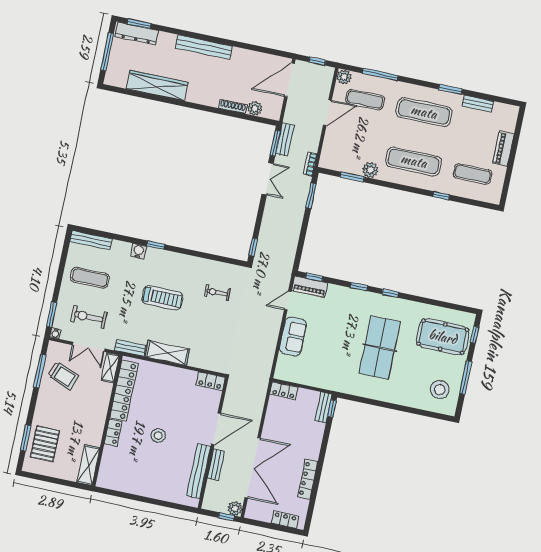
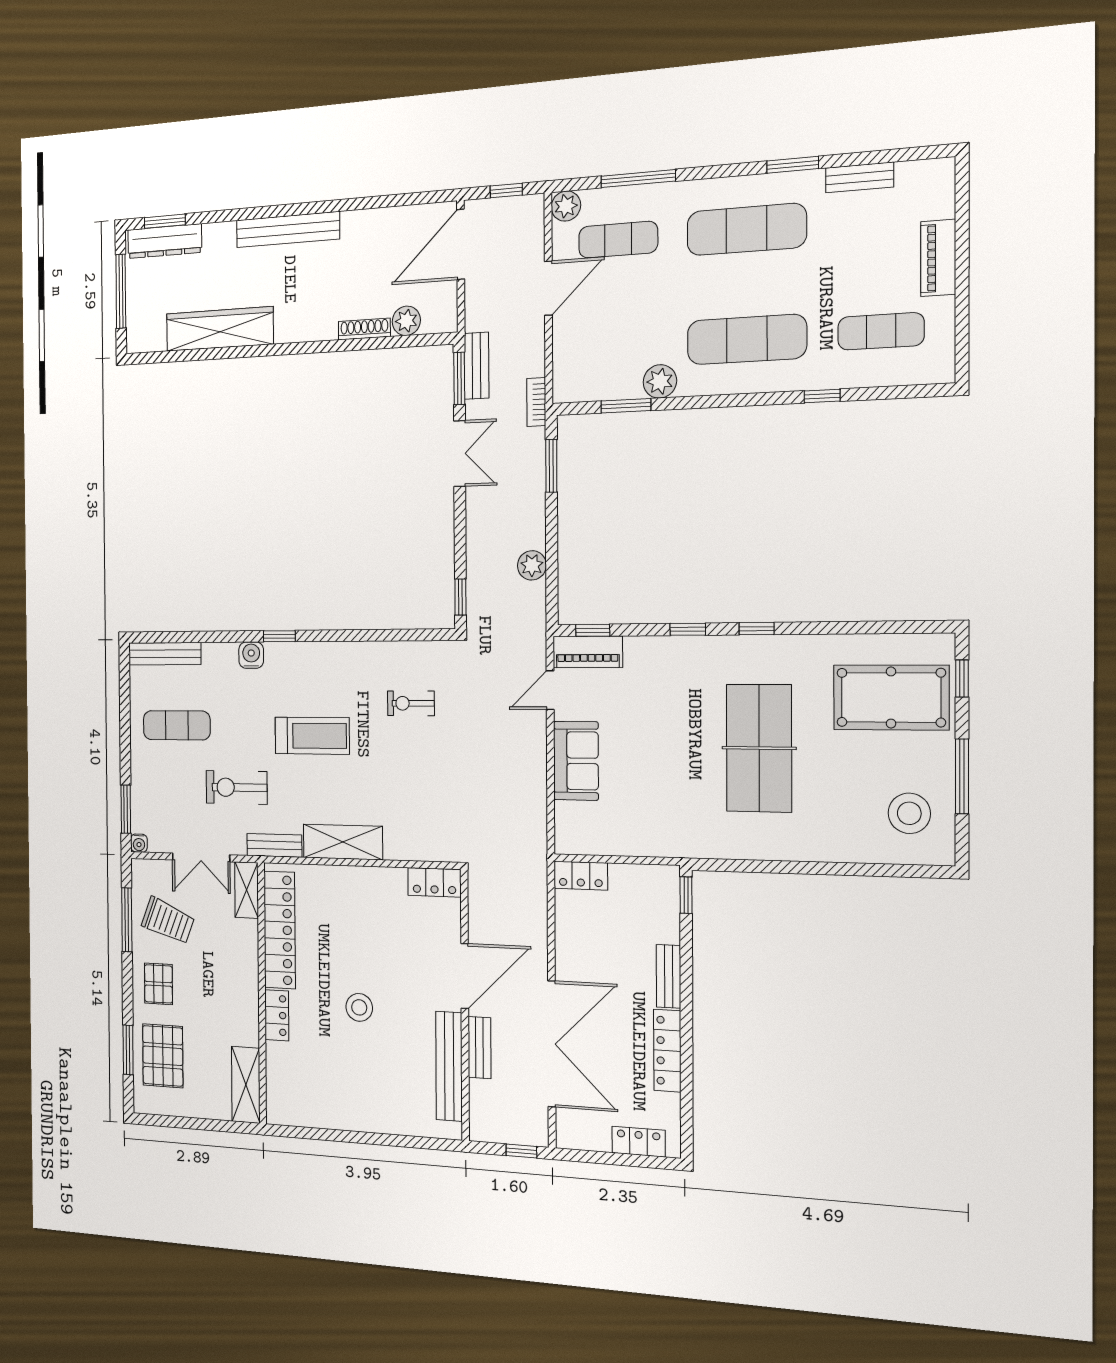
exercise bike: (89, 317) -> (237, 787), moved
pallet: (51, 407) -> (158, 984), added
bench: (323, 408) -> (668, 976), moved
plant: (235, 508) -> (532, 565), moved

